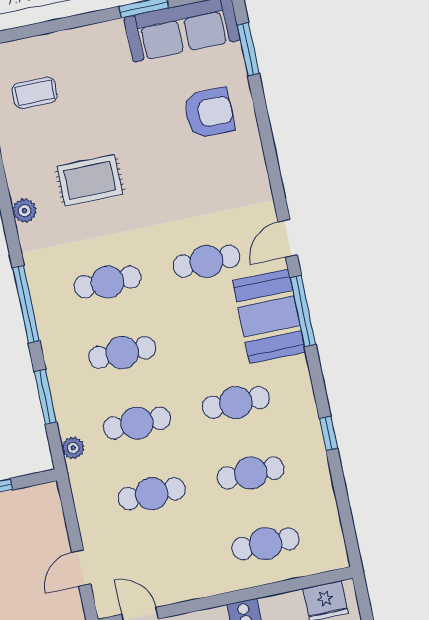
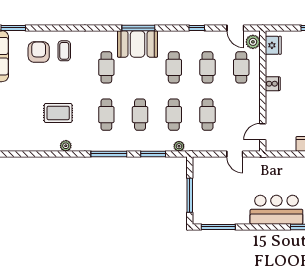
coffee table: (35, 93) -> (64, 51), moved
rug: (90, 180) -> (58, 113), turned 90
door: (288, 238) -> (235, 28), moved
plant: (324, 557) -> (253, 42), added

